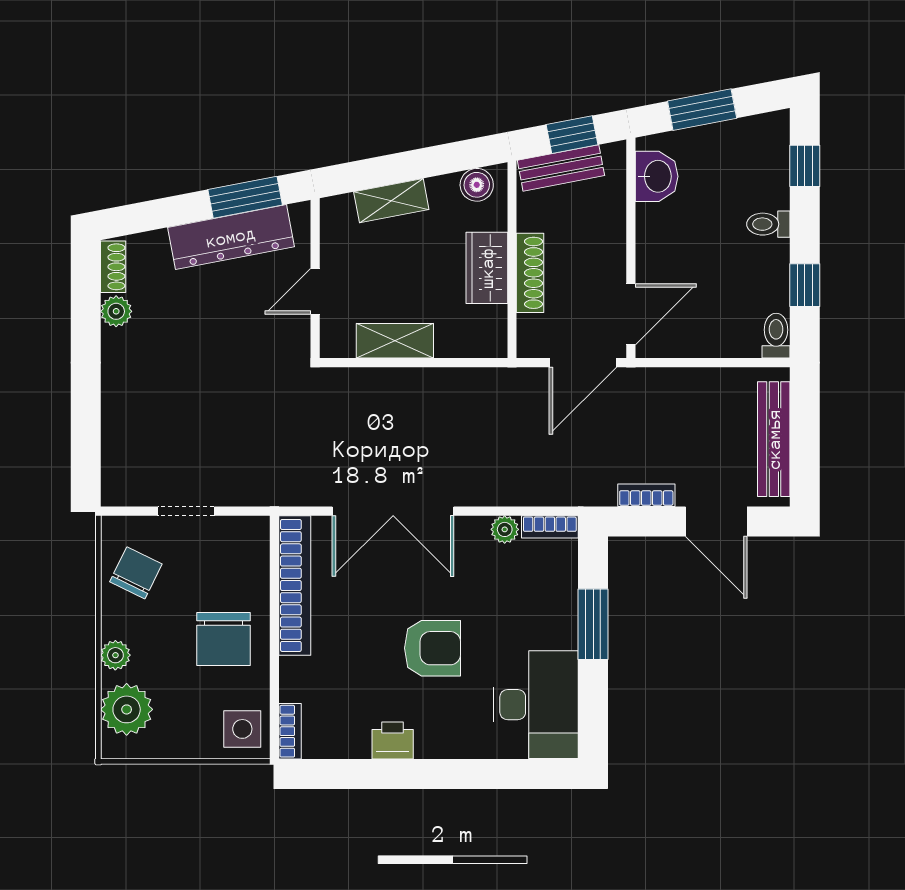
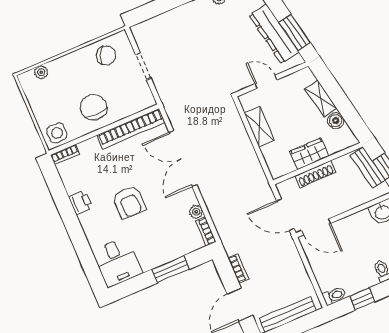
boiler: (477, 185) -> (336, 121), moved
chair: (223, 639) -> (93, 107), turned 90
plant: (115, 655) -> (66, 62), removed
desk: (536, 705) -> (117, 262), width x0.73
plant: (127, 709) -> (41, 72), width x0.53, depth x0.53

